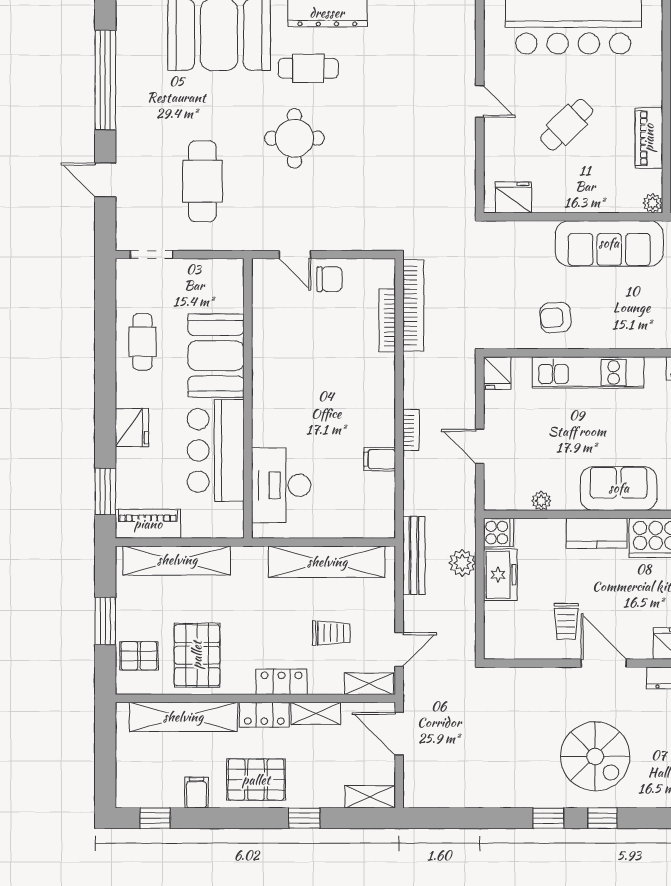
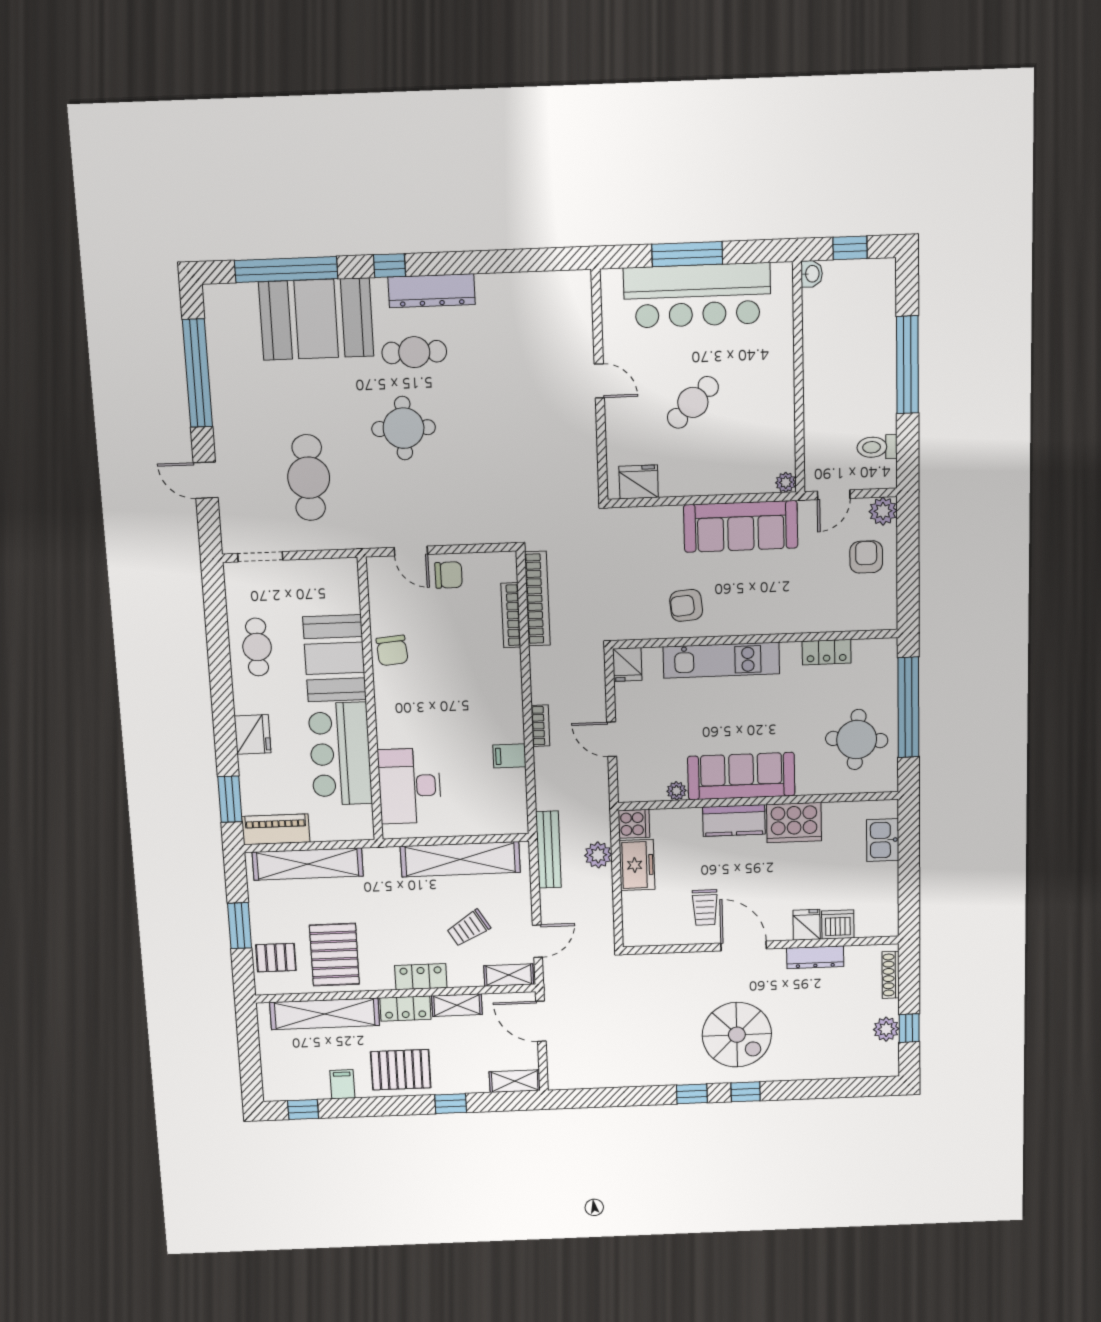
piano: (649, 138) -> (781, 413), removed
chair: (272, 350) -> (392, 650), added
sofa: (619, 488) -> (741, 776), width x1.36
trolley: (331, 633) -> (469, 928), turned 149

